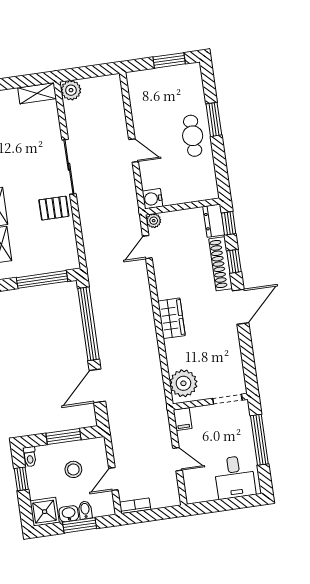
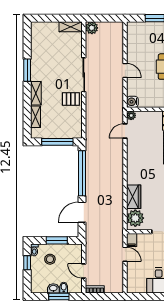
wardrobe: (171, 318) -> (134, 197), moved
door: (178, 459) -> (125, 254), moved
stool: (73, 469) -> (50, 259), moved
door: (113, 479) -> (84, 271), hinge flipped
shower: (45, 512) -> (39, 285), removed

